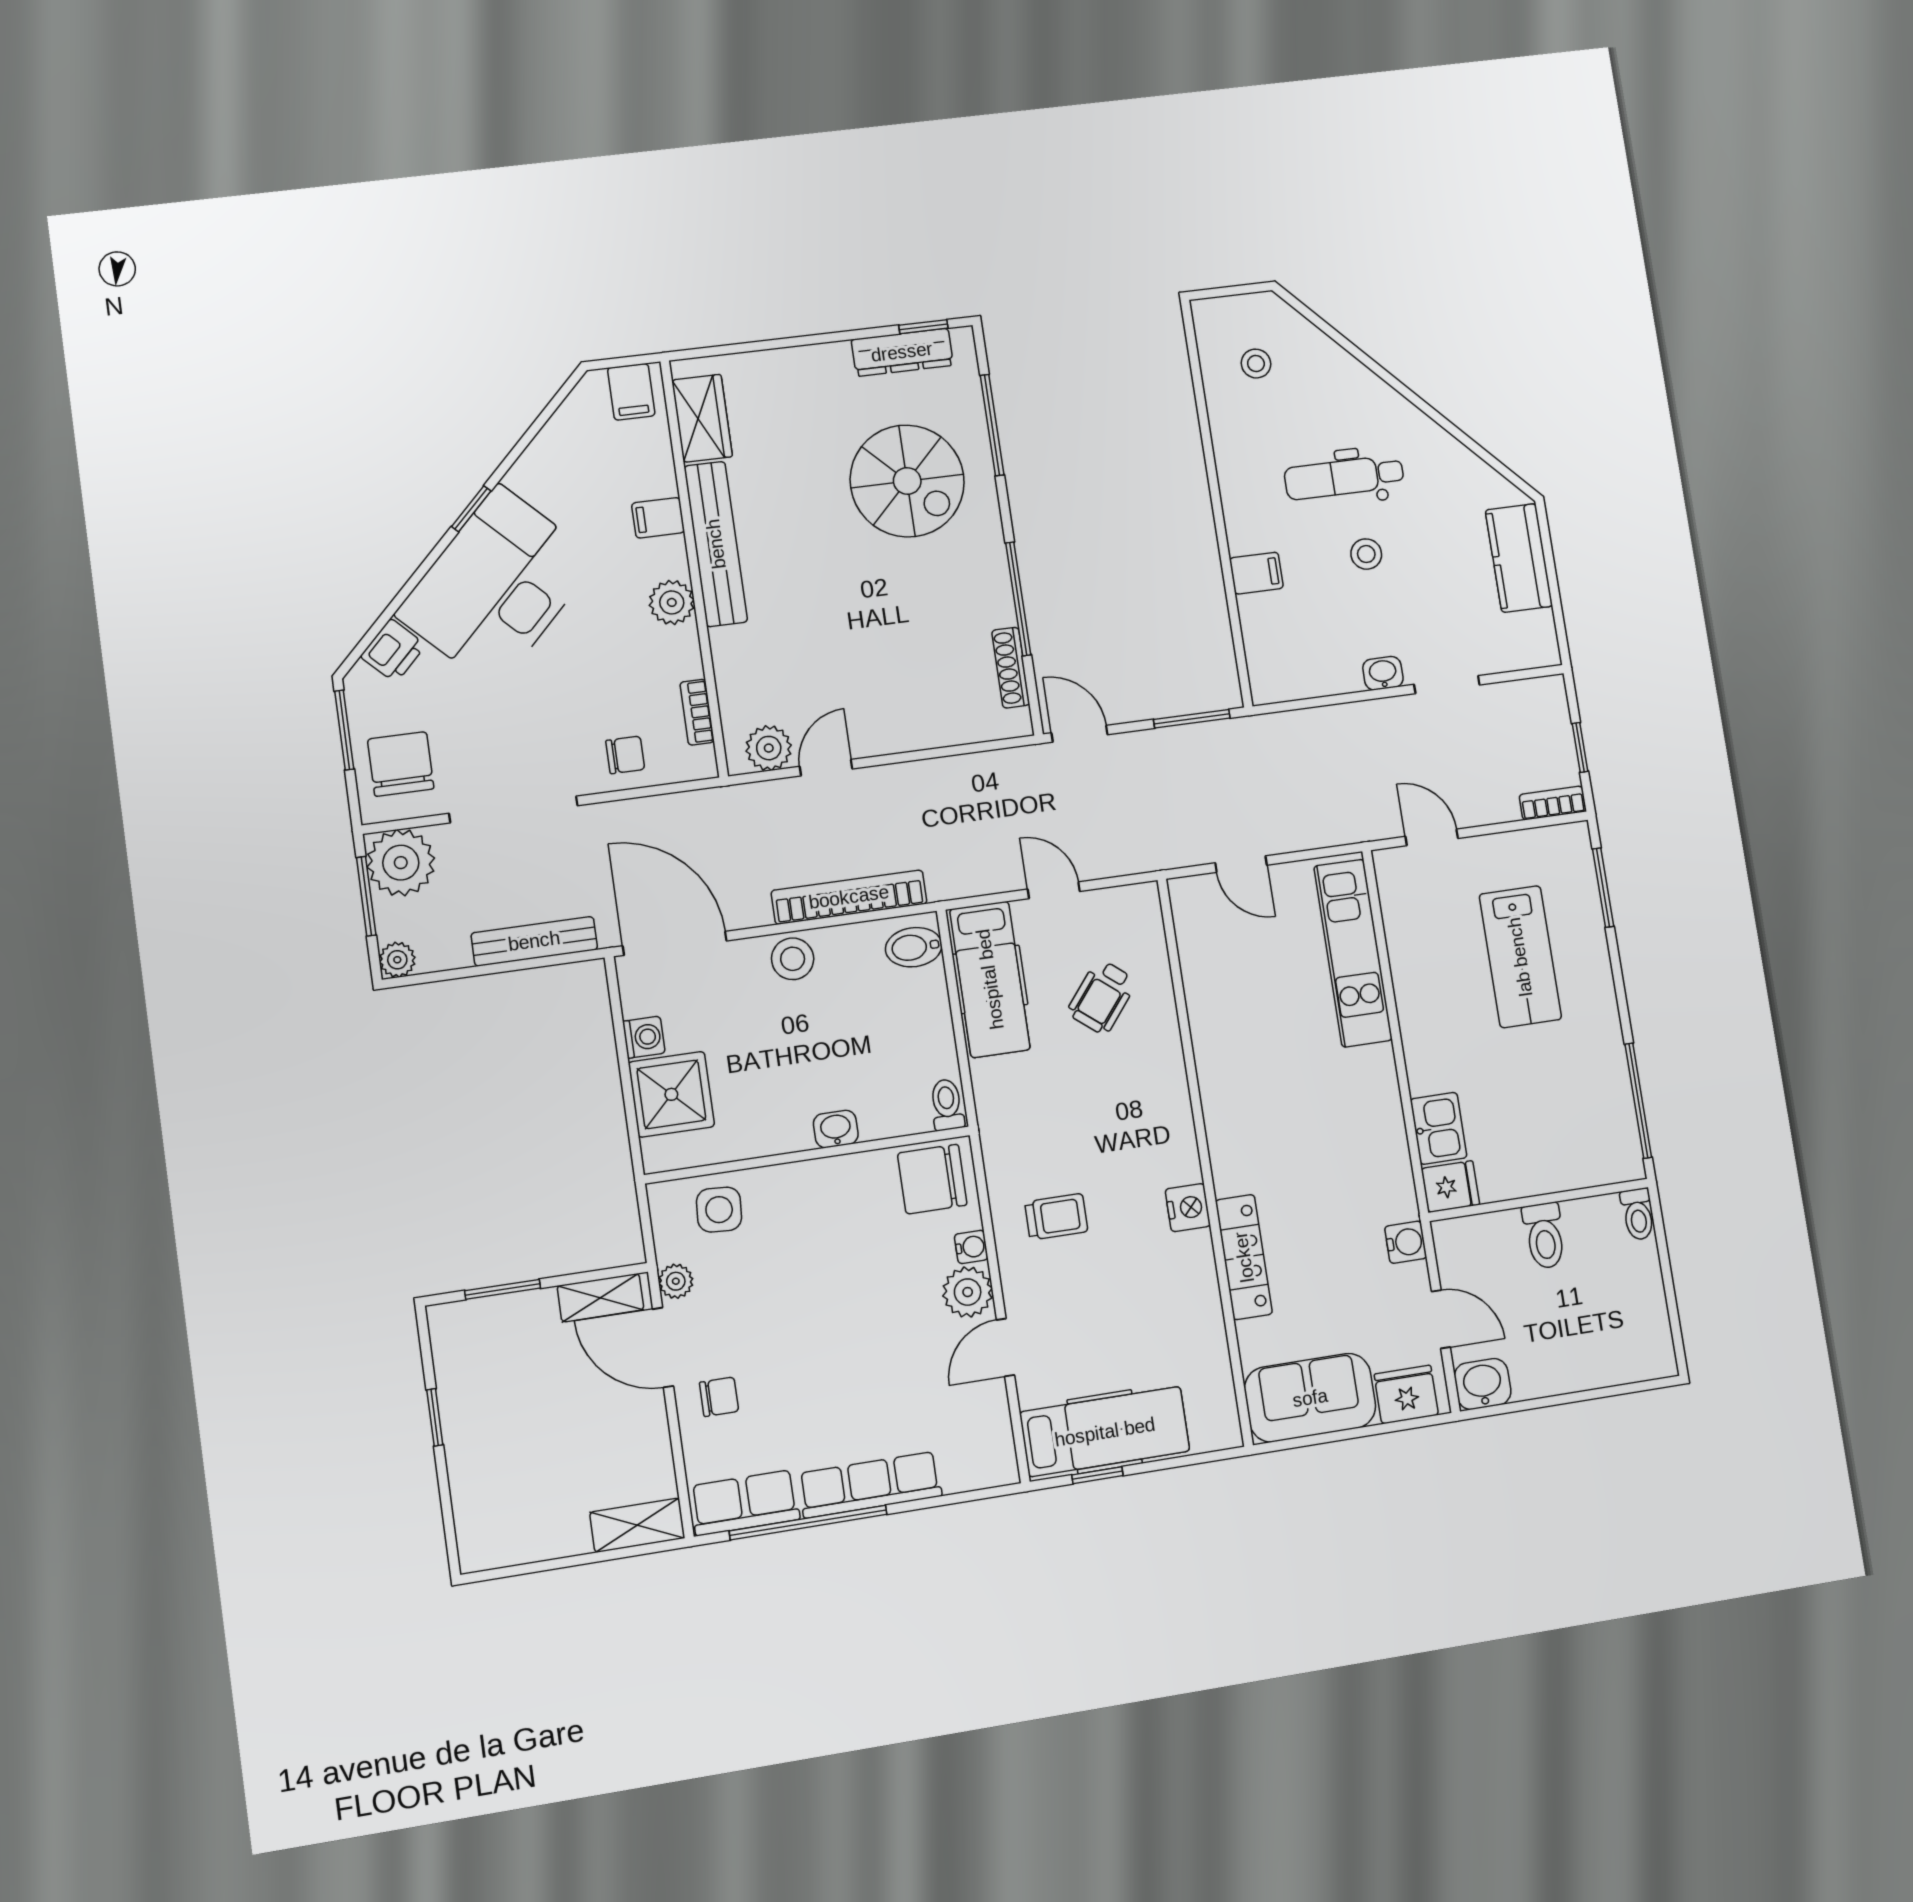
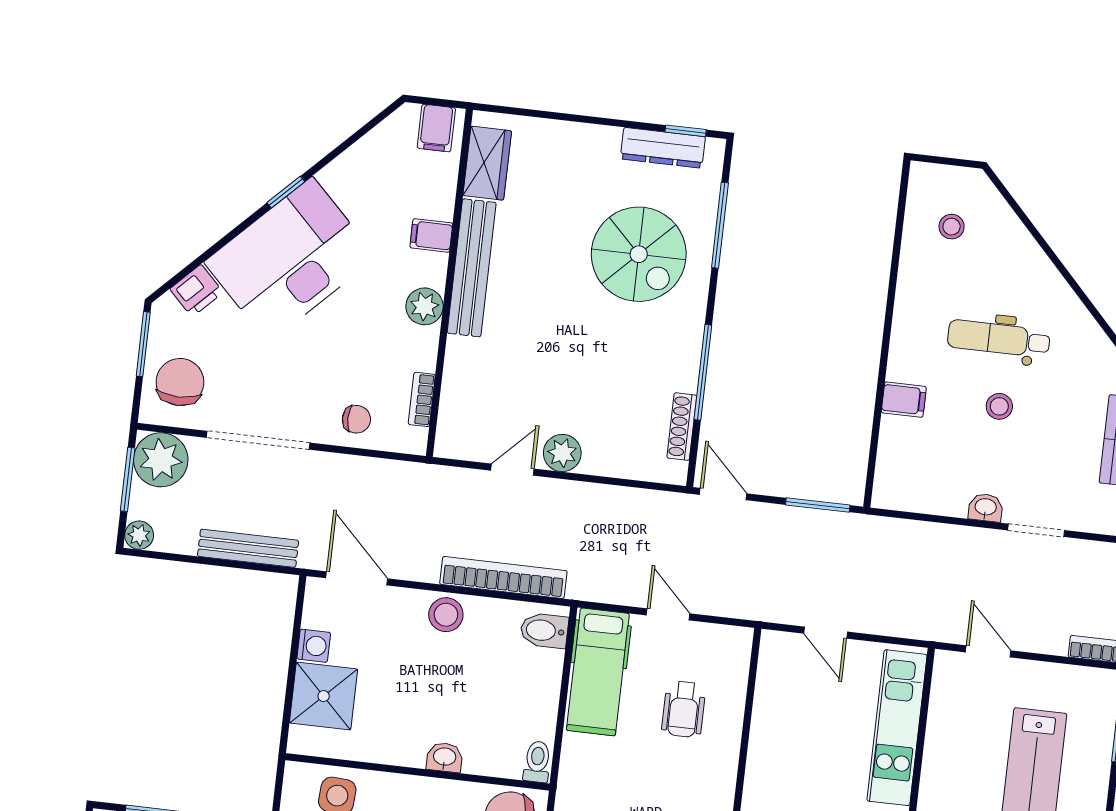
plant: (769, 748) -> (562, 453), moved
door: (675, 943) -> (357, 578), width x0.73
wheelchair: (1102, 997) -> (684, 709), turned -39

